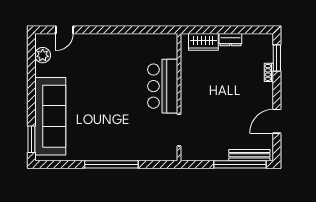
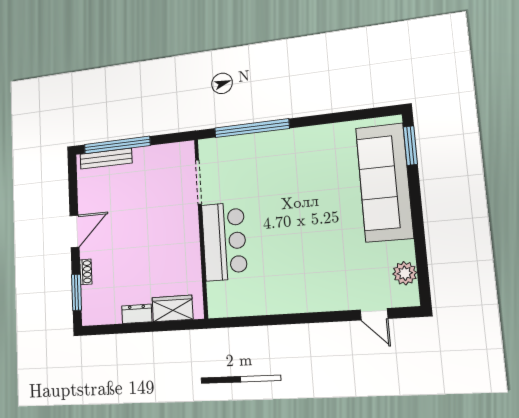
door: (65, 30) -> (374, 314), swing flipped
door: (277, 121) -> (74, 231), moved
window: (111, 164) -> (252, 128), moved

